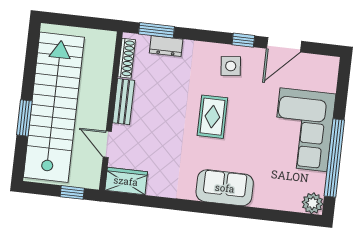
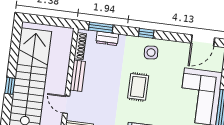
window: (243, 40) -> (146, 33), moved
door: (284, 45) -> (203, 41), moved
window: (24, 118) -> (10, 86), width x0.67

